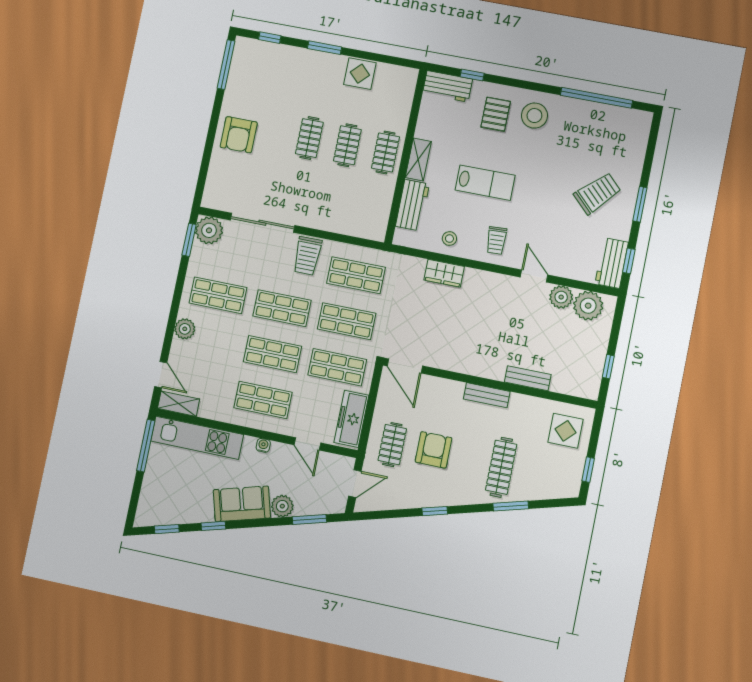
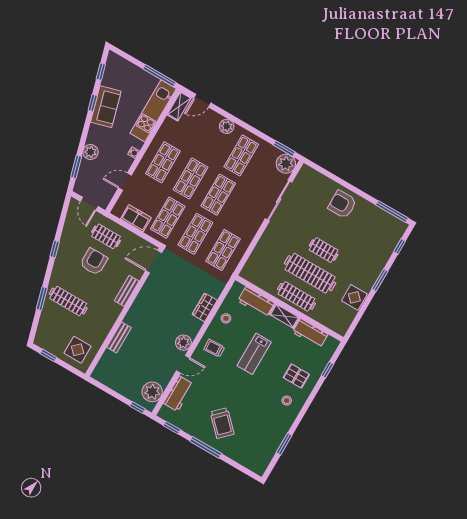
workbench: (447, 86) -> (310, 333), moved, turned -90
window: (596, 98) -> (284, 444), width x0.47
stool: (534, 116) -> (287, 401), width x0.53, depth x0.53
clothes rail: (347, 145) -> (310, 273), width x1.86, depth x1.31
clothes rail: (386, 152) -> (296, 296), width x1.36
window: (640, 204) -> (206, 447), width x1.44
trolley: (307, 256) -> (247, 223), removed
workbench: (612, 263) -> (178, 394), moved, turned 90
plant: (561, 297) -> (183, 343), moved
window: (608, 367) -> (137, 408), moved
bench: (487, 395) -> (127, 291), moved
freezer: (351, 419) -> (136, 218), width x0.71
armchair: (433, 450) -> (94, 262), turned -90
sofa: (242, 504) -> (106, 107), moved

